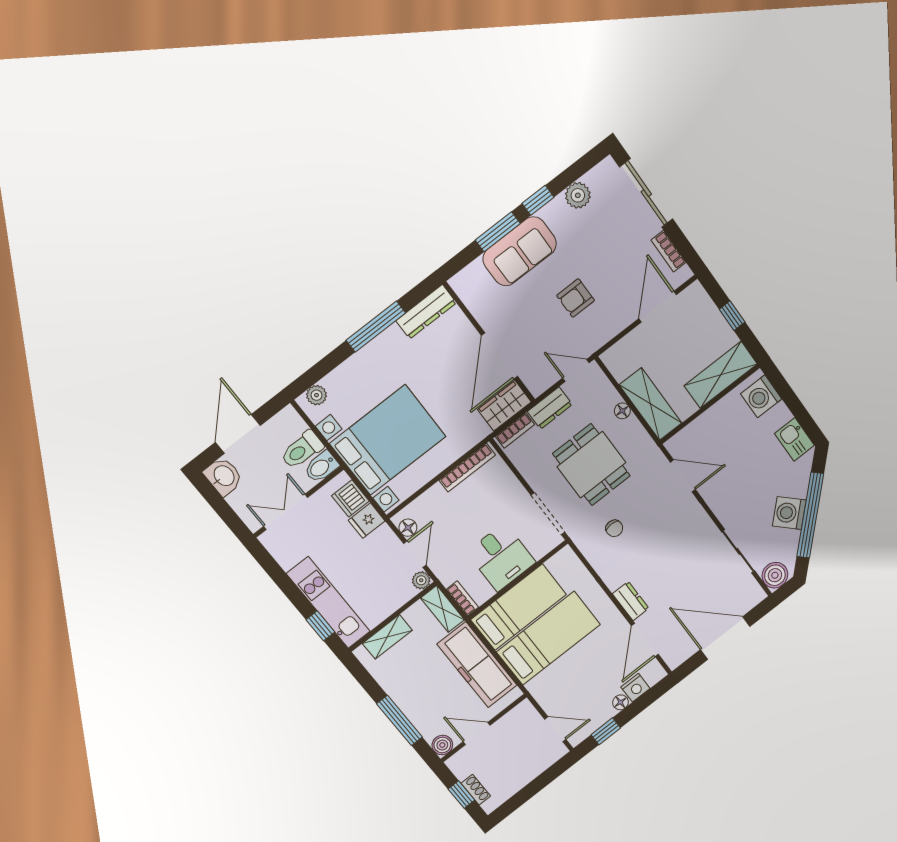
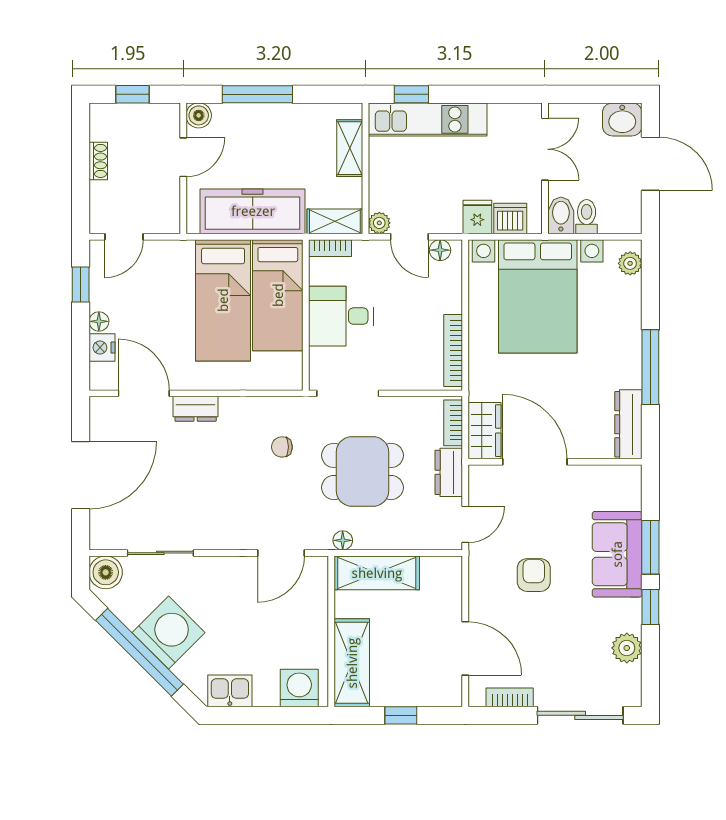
floor lamp: (622, 411) -> (343, 540), moved
toilet: (302, 450) -> (587, 217), width x0.73, depth x0.72
washing machine: (789, 513) -> (169, 633), width x1.37, depth x1.37
shoe rack: (476, 790) -> (98, 161), moved, turned -90

